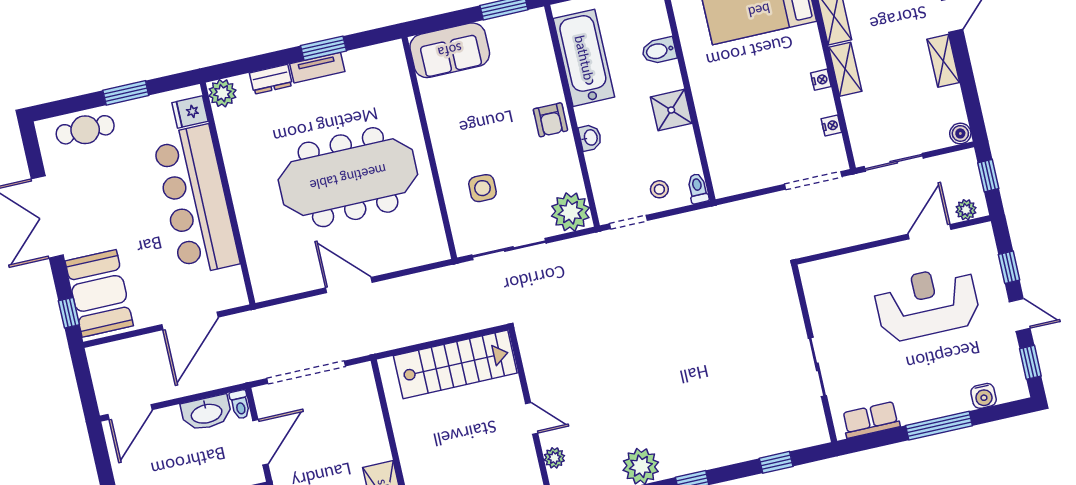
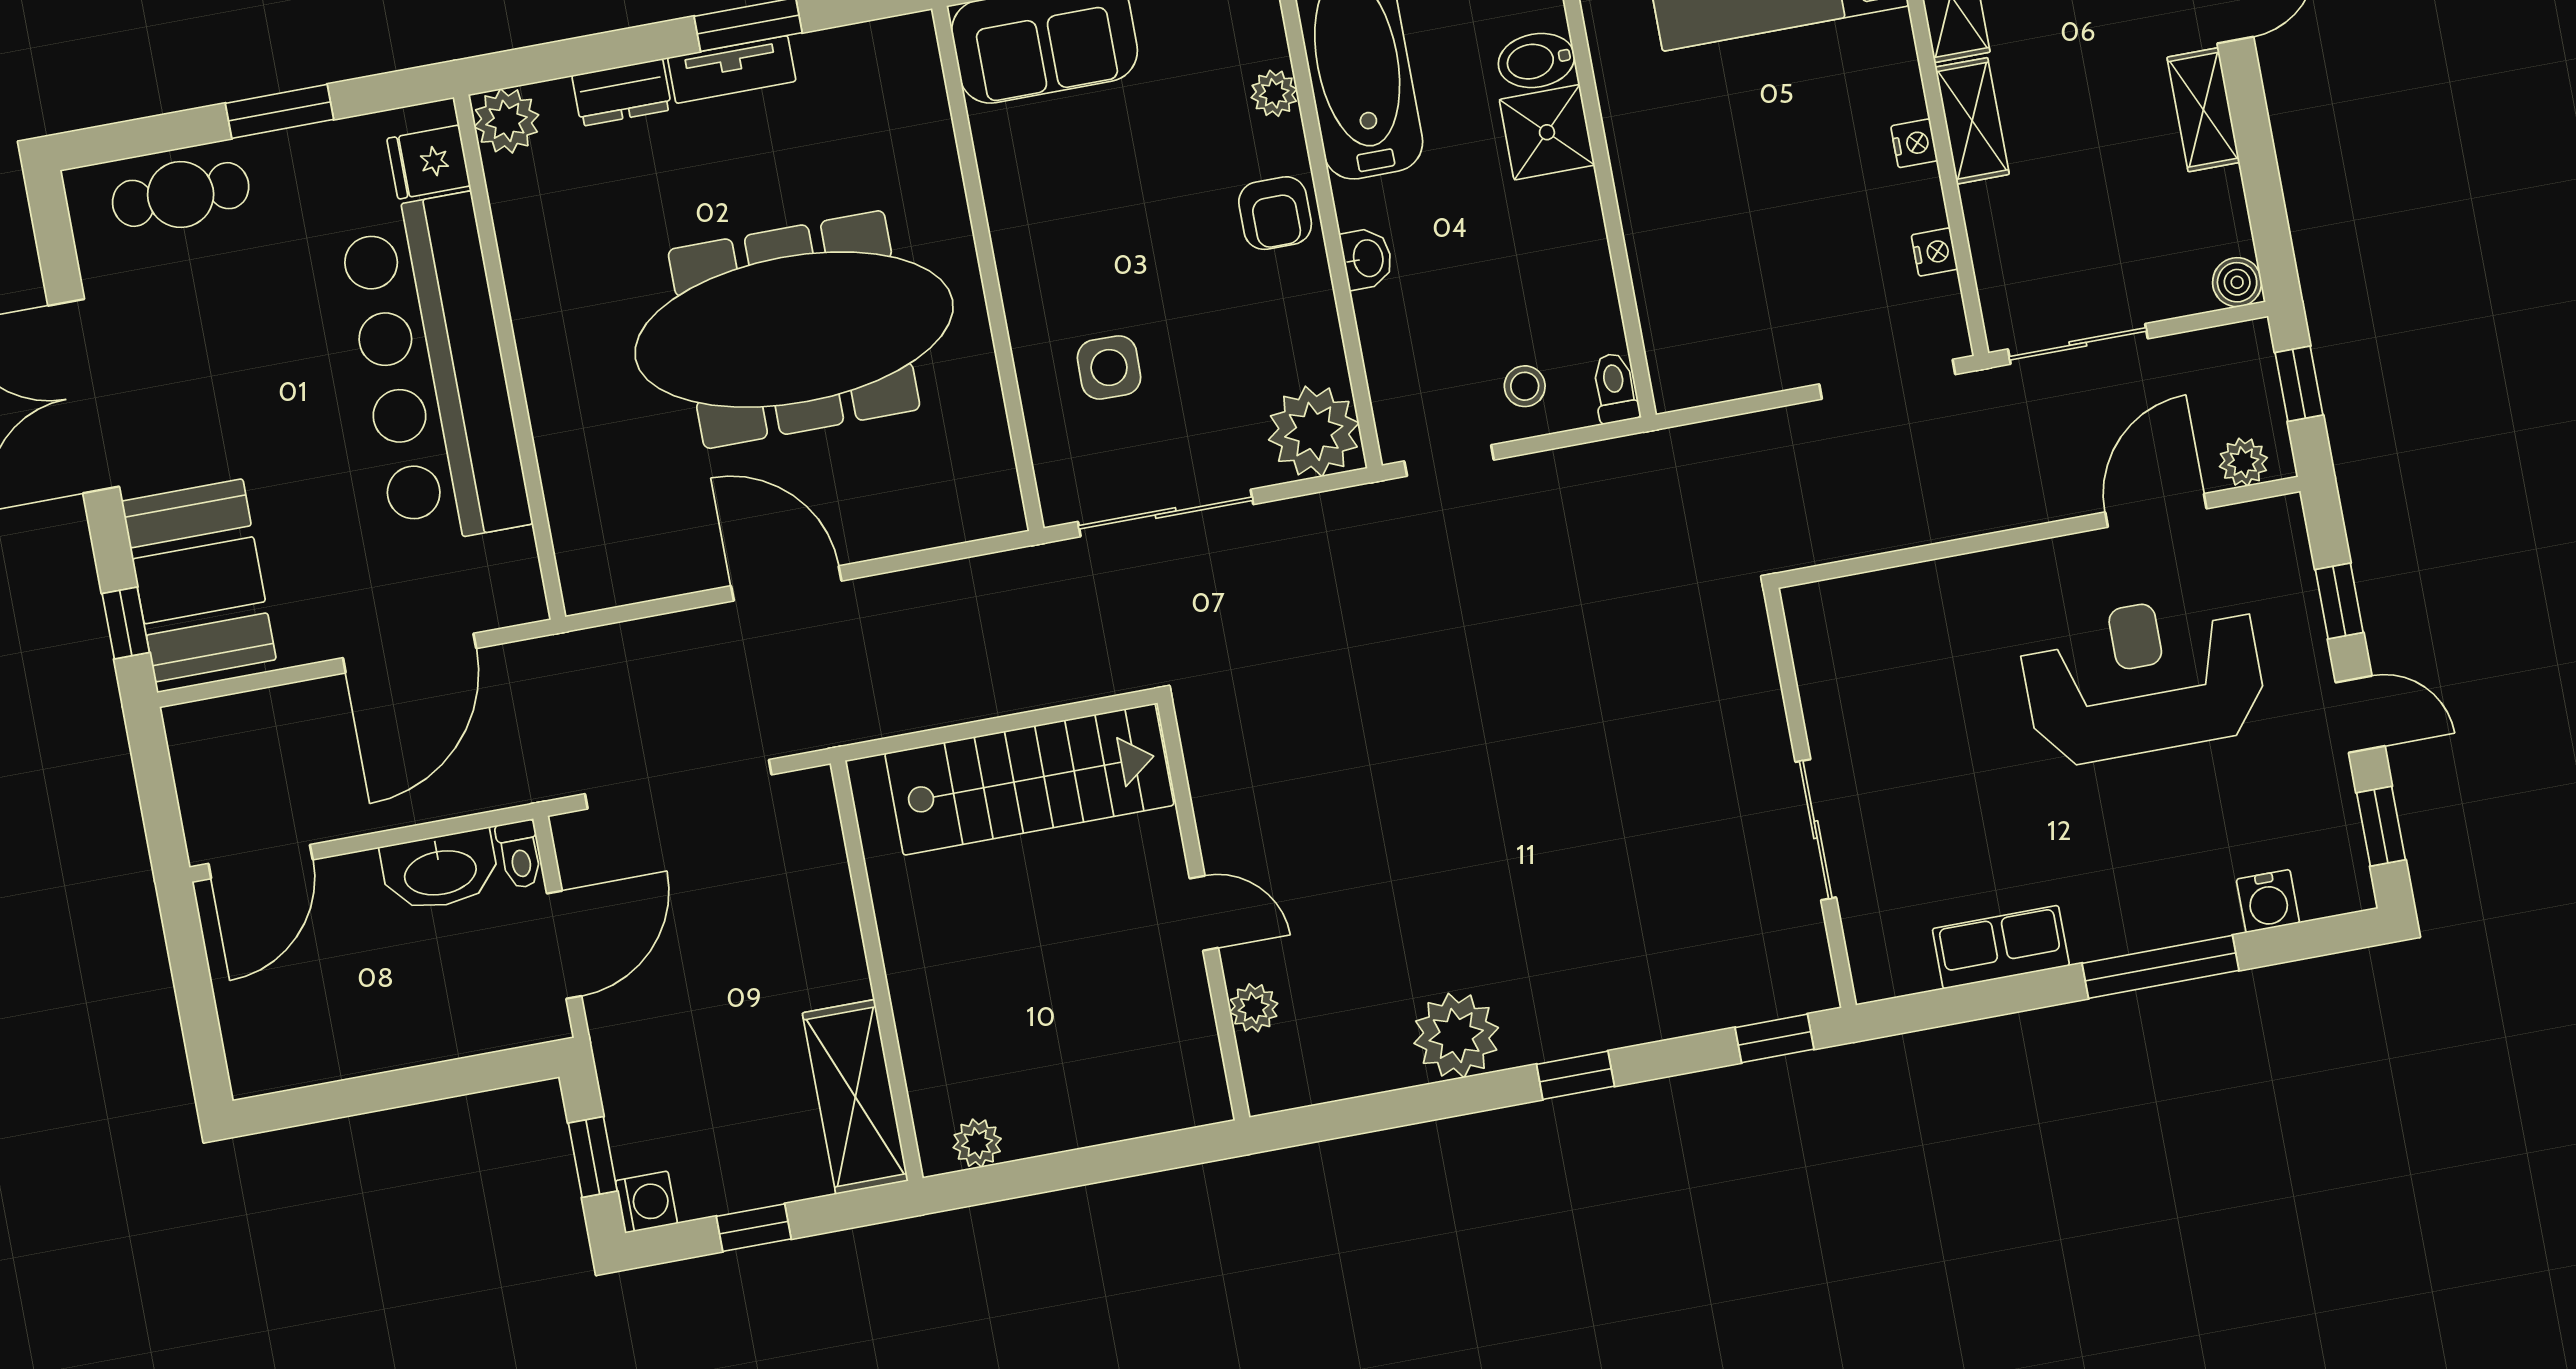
plant: (548, 69) -> (1274, 93), added
shower: (671, 110) -> (1547, 132), moved
wall: (814, 353) -> (1810, 798), moved
sliding door: (817, 367) -> (1816, 830), moved

